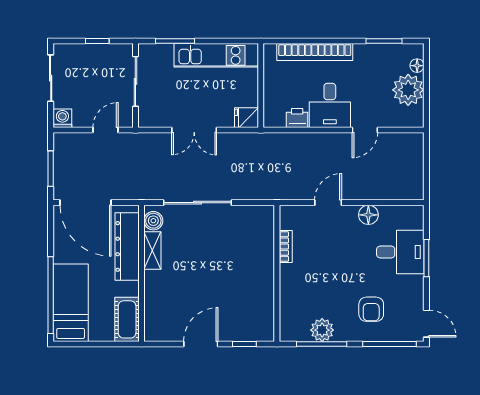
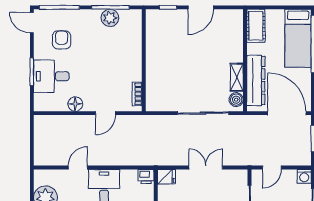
printer: (297, 118) -> (146, 177), moved
bookcase: (286, 247) -> (137, 94), moved
armchair: (371, 309) -> (62, 40), moved

